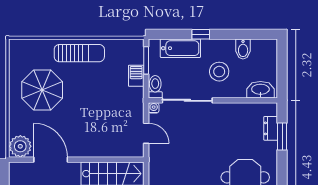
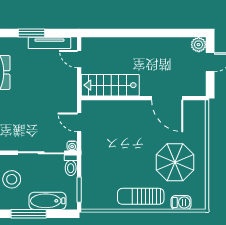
window: (201, 34) -> (29, 214), width x2.17
barbecue: (136, 76) -> (181, 203), moved, turned -90
plant: (20, 146) -> (195, 110), removed

